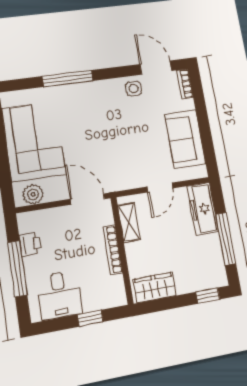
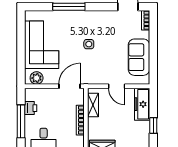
side table: (134, 89) -> (89, 44), moved
door: (160, 187) -> (117, 86), hinge flipped
door: (87, 199) -> (70, 86), hinge flipped
window: (226, 239) -> (153, 126), width x0.46

